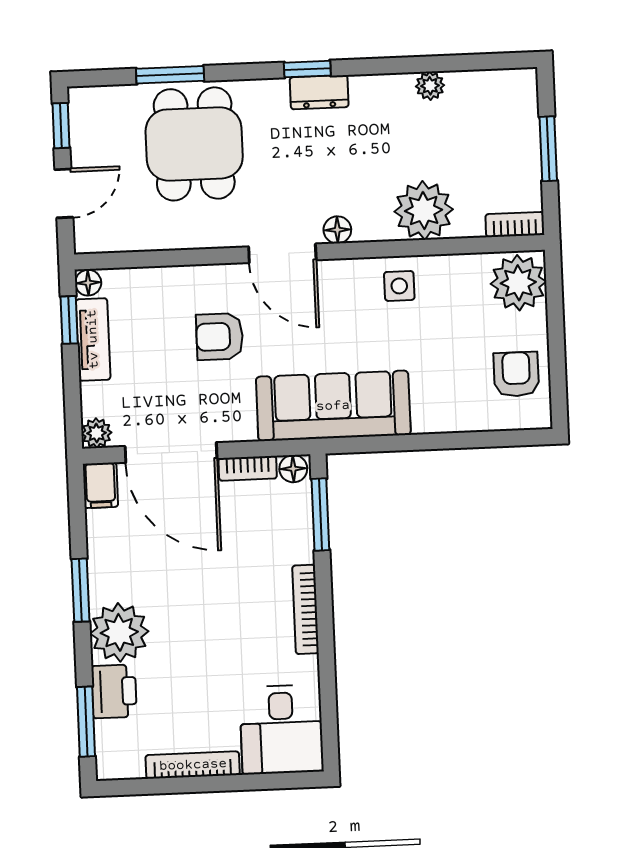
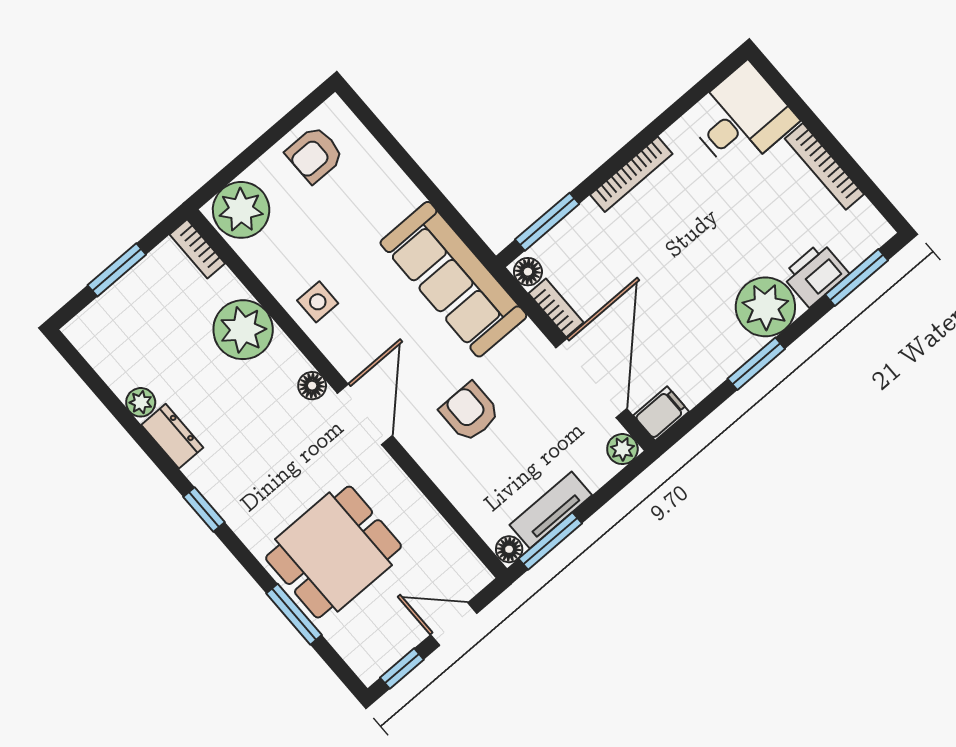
dresser: (319, 92) -> (172, 436), moved
window: (69, 320) -> (550, 541), width x1.50
armchair: (220, 337) -> (470, 412), turned 180

